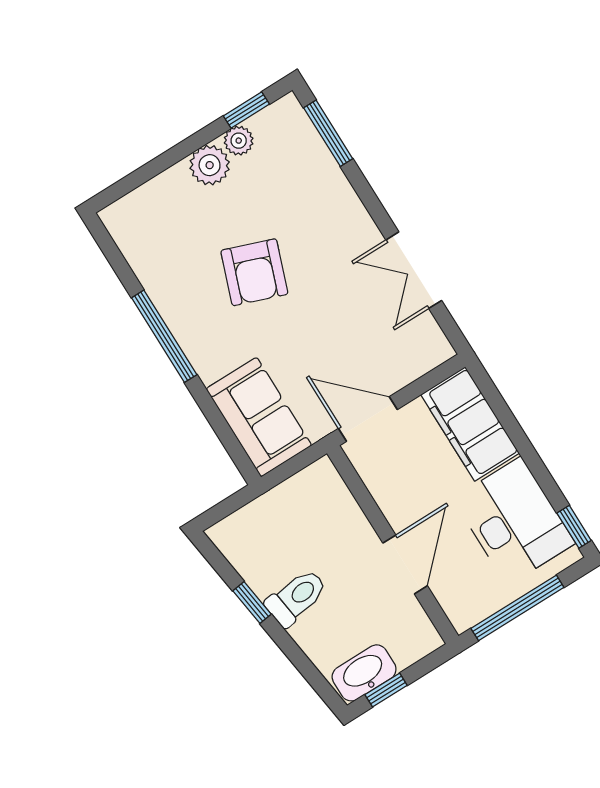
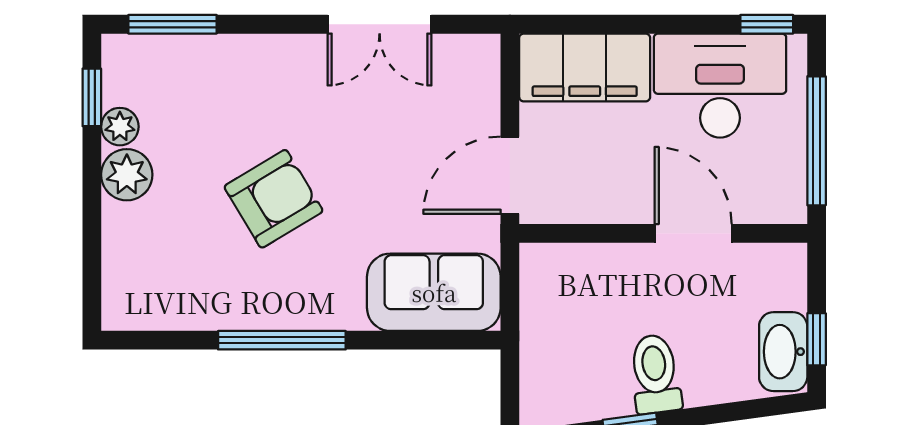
armchair: (254, 272) -> (274, 199), turned -51

